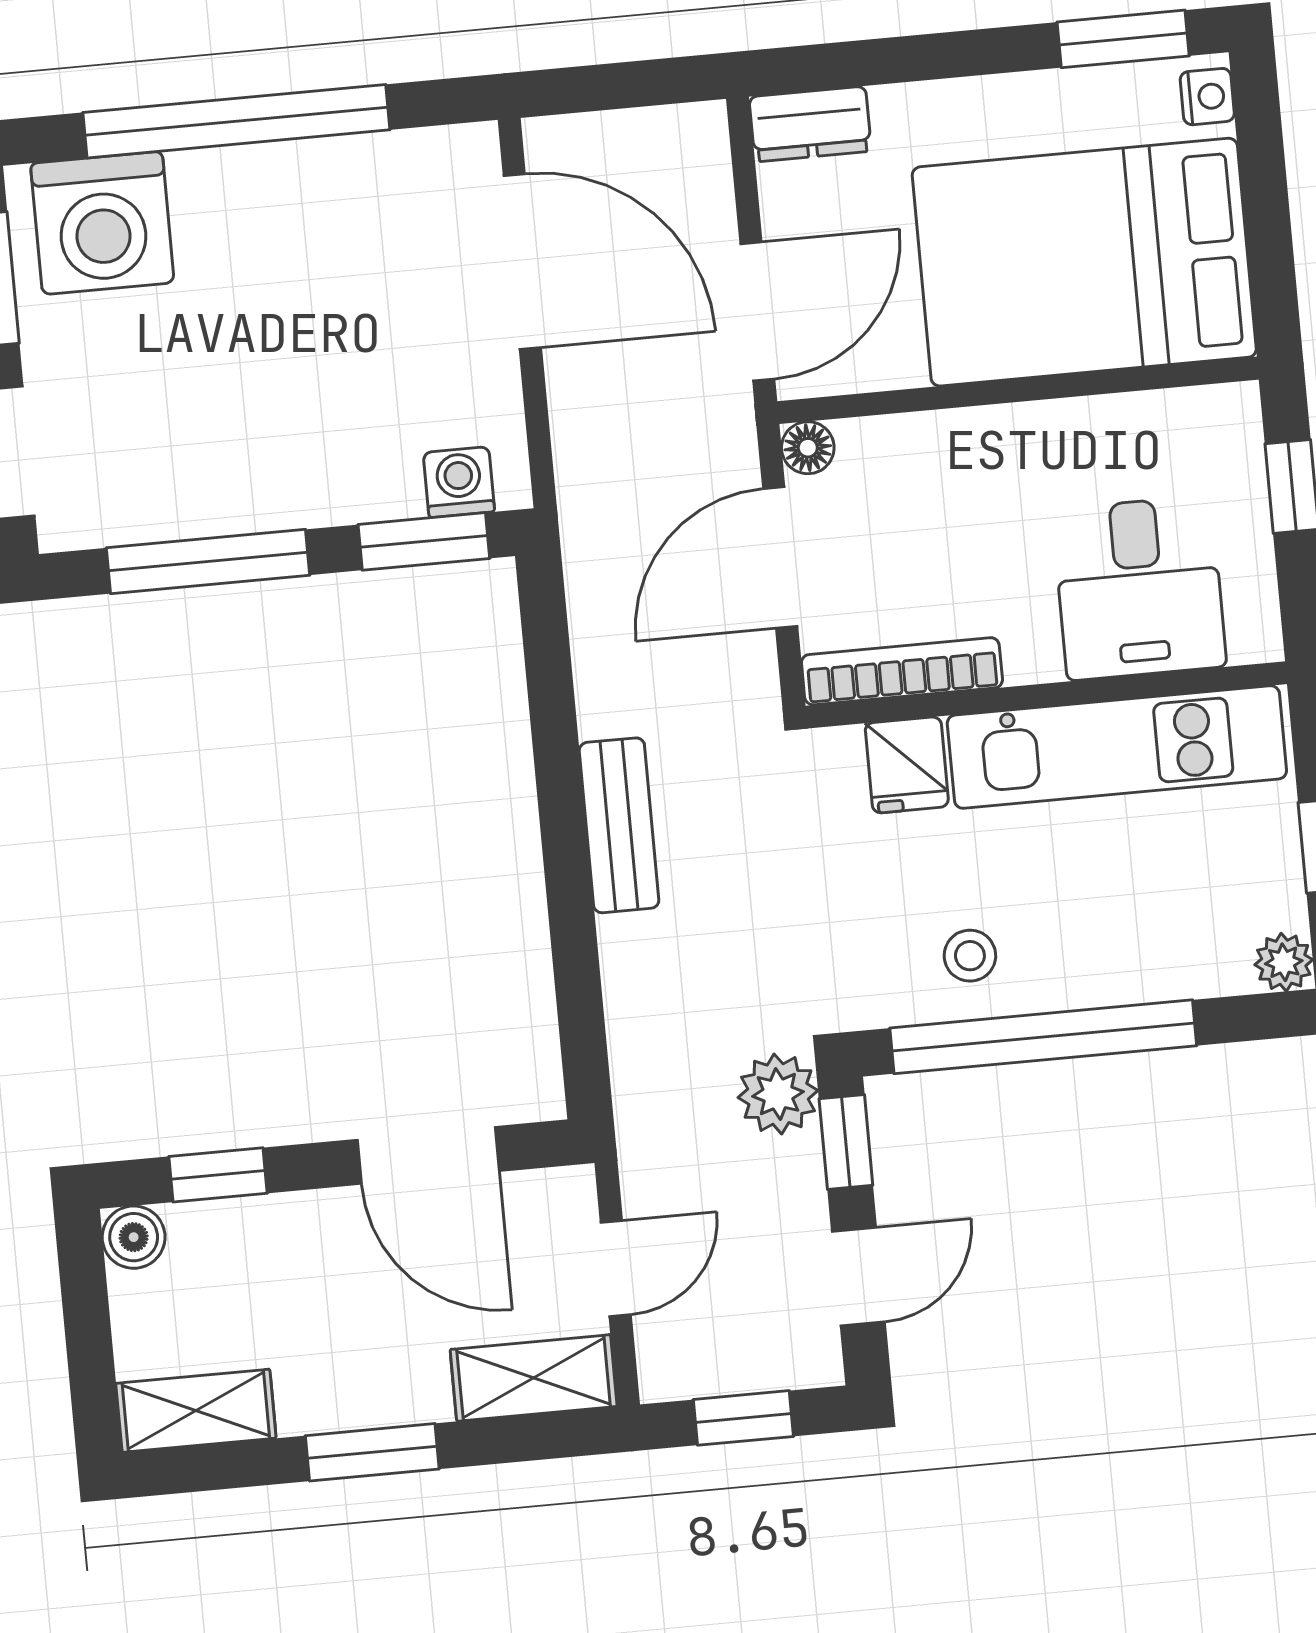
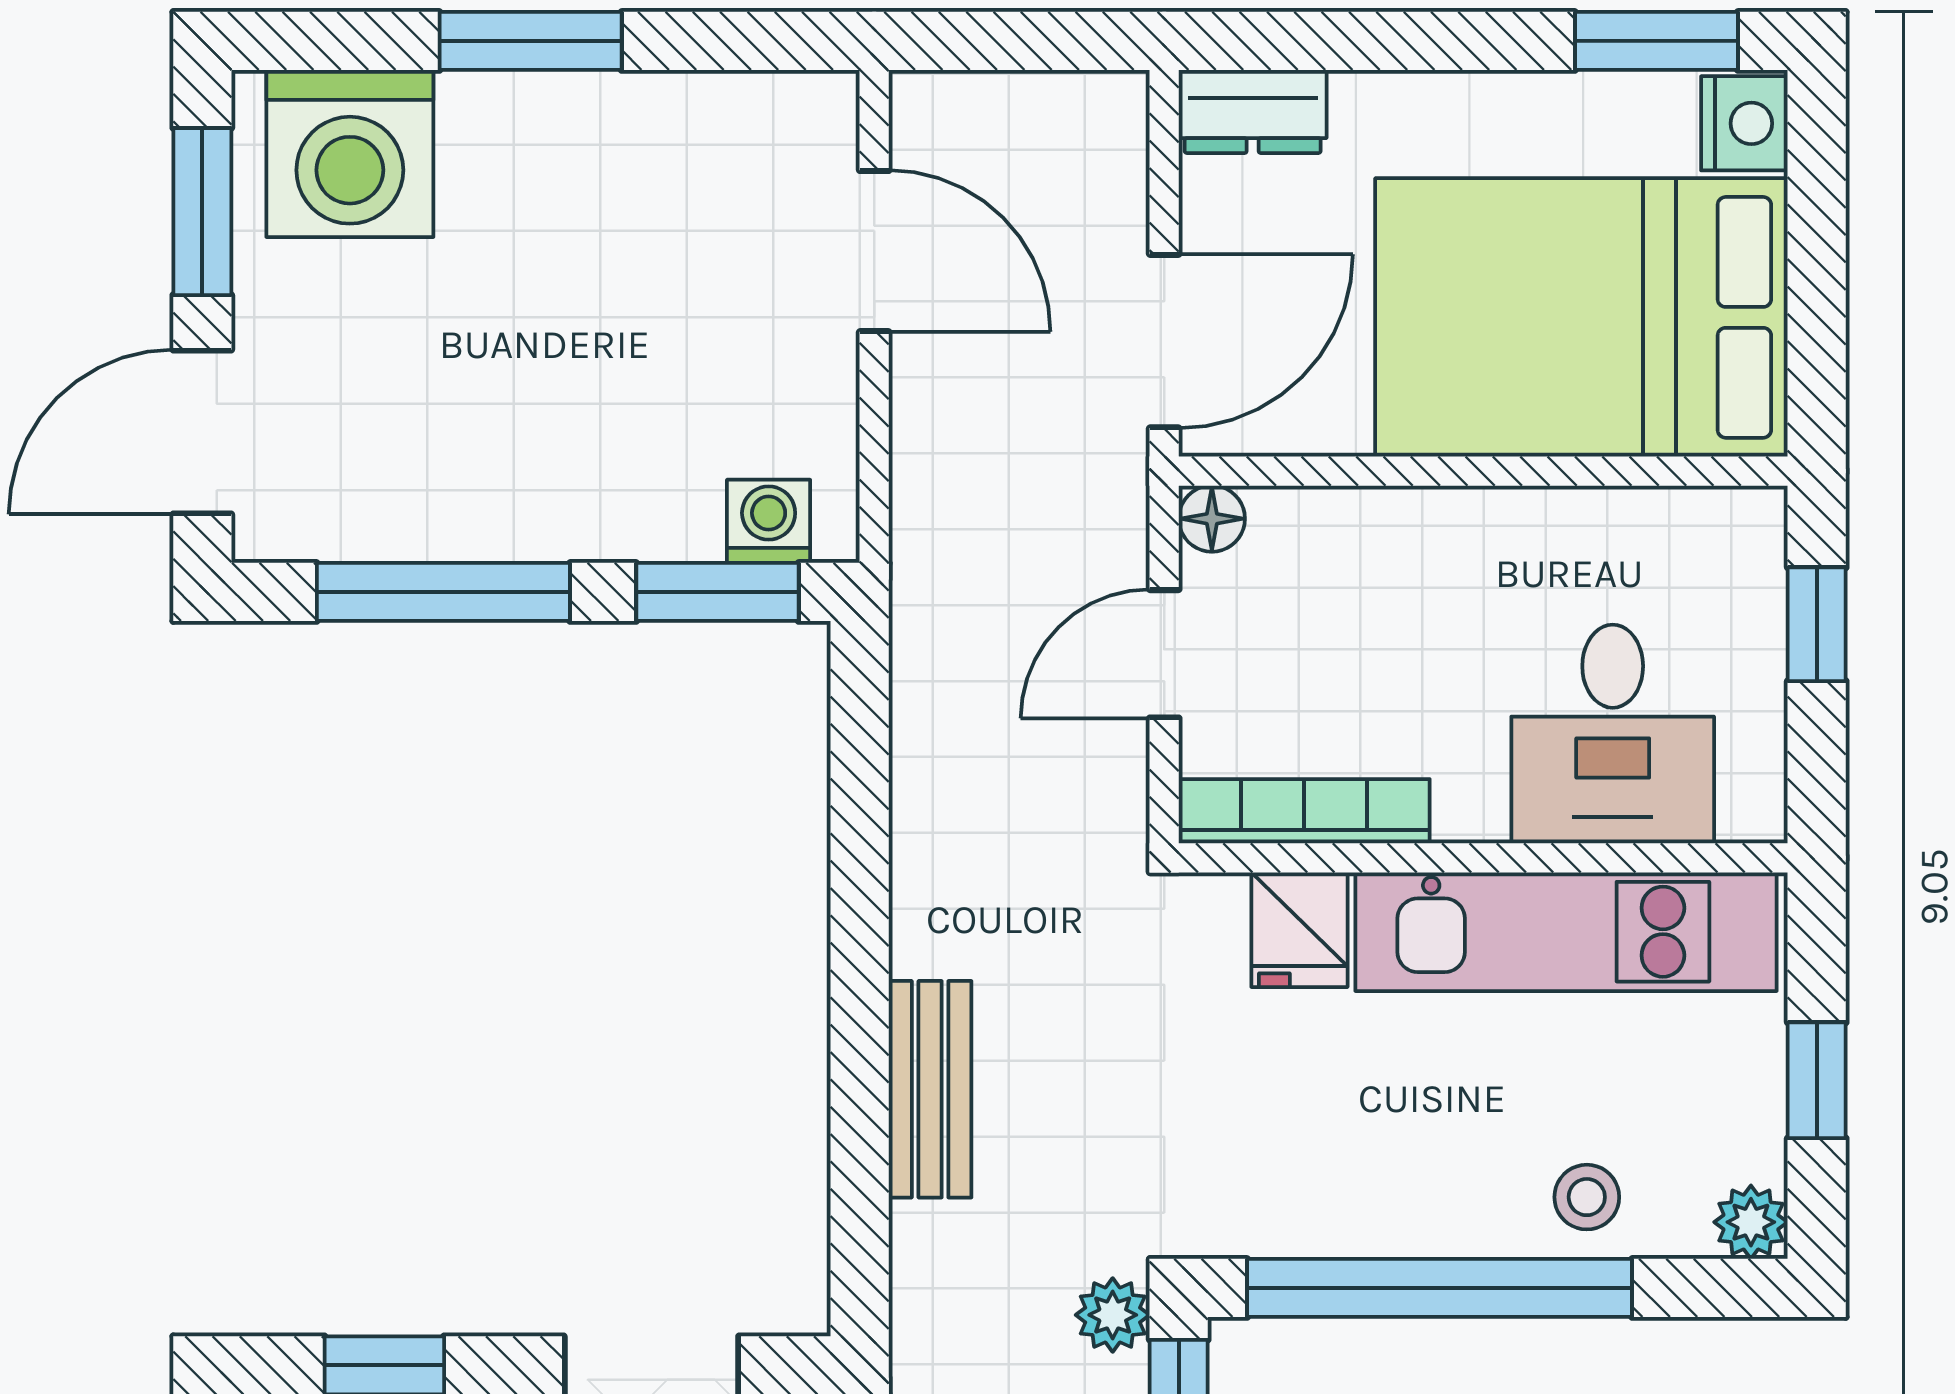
nightstand: (1207, 97) -> (1744, 123), width x1.39, depth x1.35
window: (236, 121) -> (531, 41), width x0.47
door: (522, 262) -> (874, 251), width x0.73
door: (780, 558) -> (1164, 654), width x0.73
bench: (619, 825) -> (930, 1089), moved
stool: (970, 956) -> (1587, 1197), moved
plant: (778, 1094) -> (1113, 1315), width x0.73, depth x0.73

